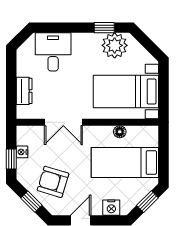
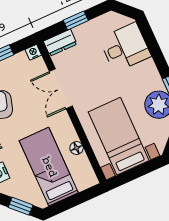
window: (11, 83) -> (76, 20), added
dresser: (24, 91) -> (60, 43), moved
nightstand: (22, 152) -> (33, 52), moved

